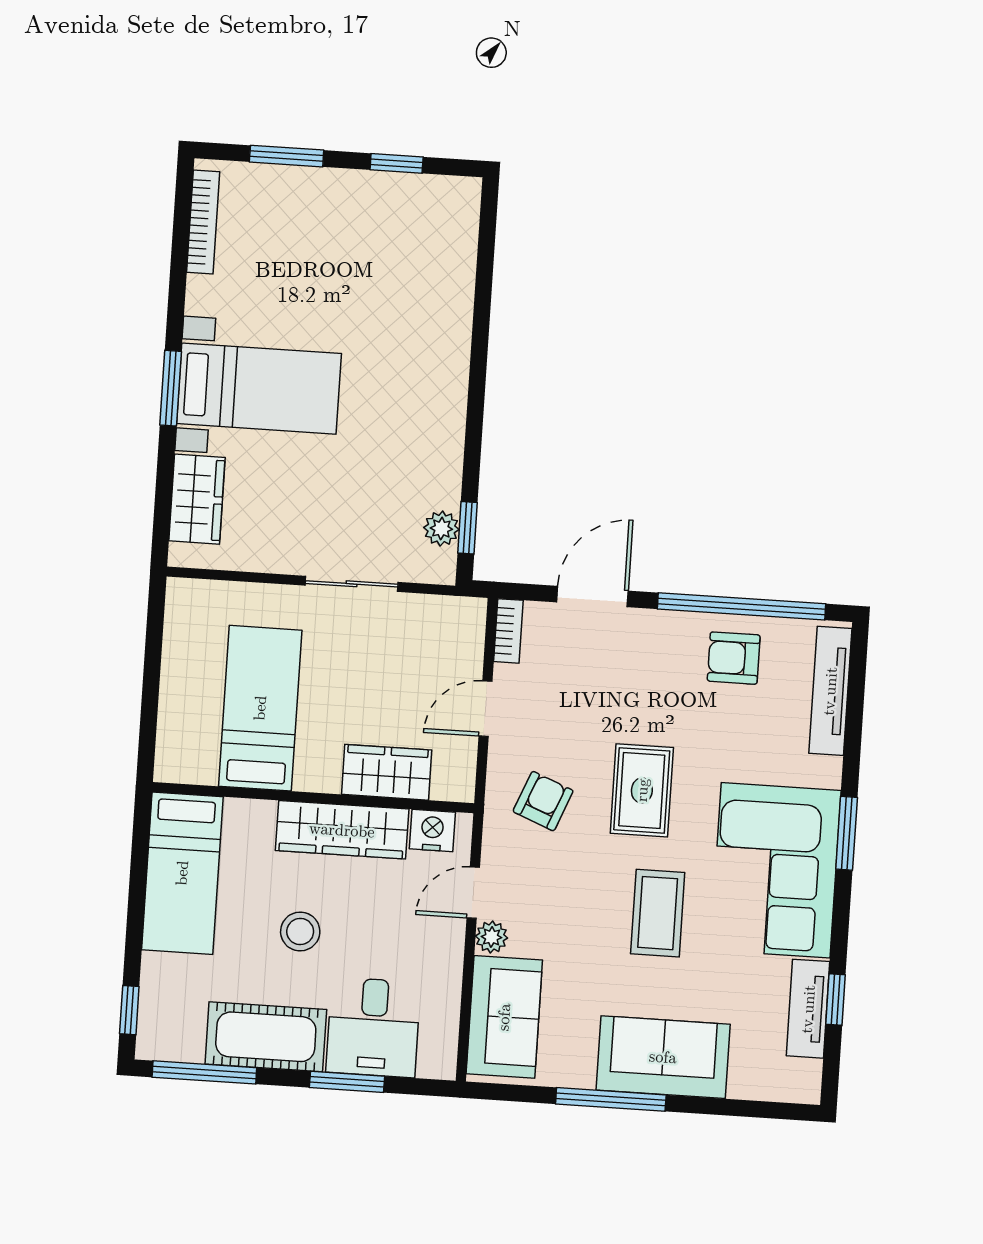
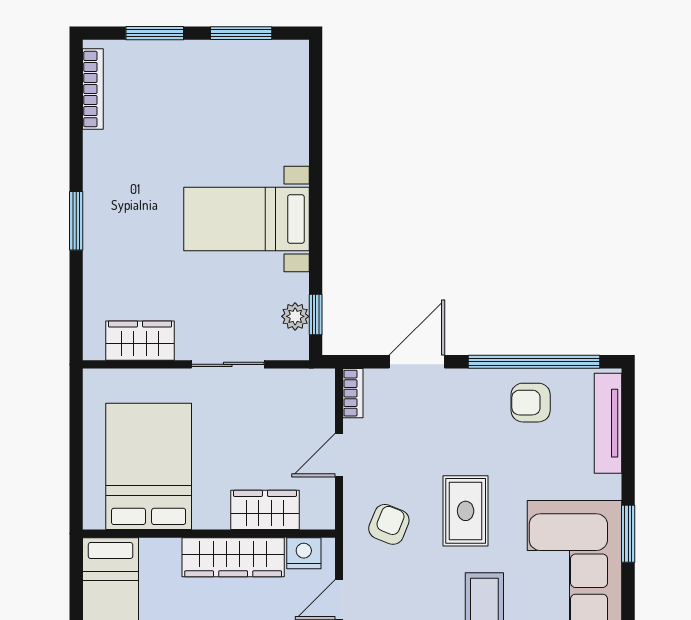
window: (397, 163) -> (241, 33), width x1.50
bed with nightstands: (259, 389) -> (246, 219), moved, turned 180
wardrobe: (197, 499) -> (140, 341), moved, turned -90
bed: (260, 708) -> (149, 466), width x1.50

